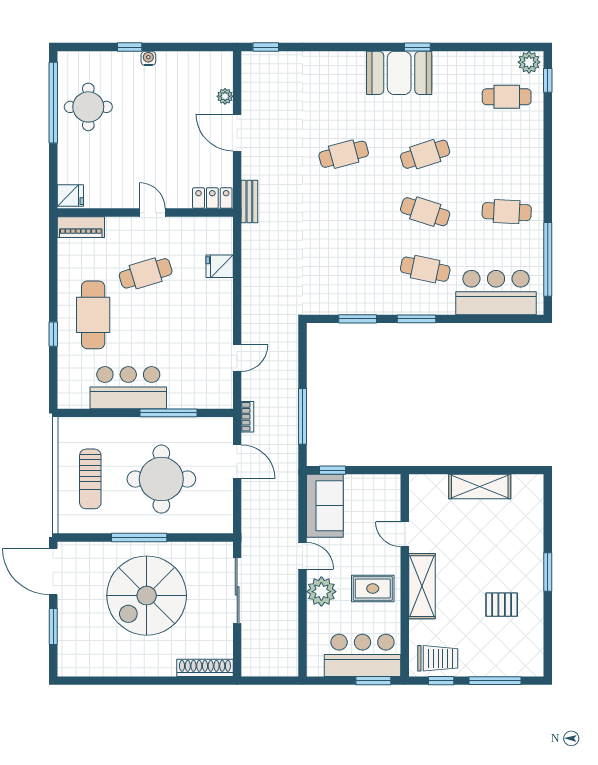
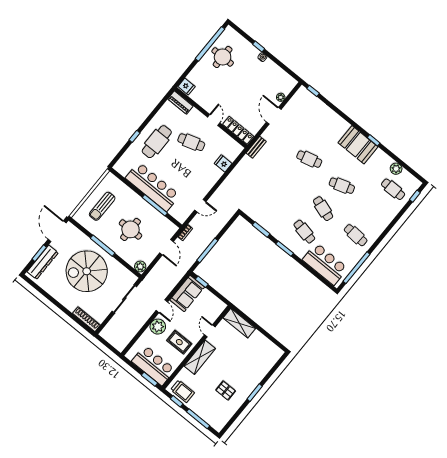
plant: (529, 62) -> (396, 169), moved
locker: (212, 198) -> (238, 130), width x1.53
bar counter: (128, 388) -> (153, 187), width x1.36
round table: (161, 479) -> (131, 229), width x0.73, depth x0.73
shelving: (480, 487) -> (239, 323), moved
plant: (221, 523) -> (140, 267), added
dresser: (69, 636) -> (43, 262), added

